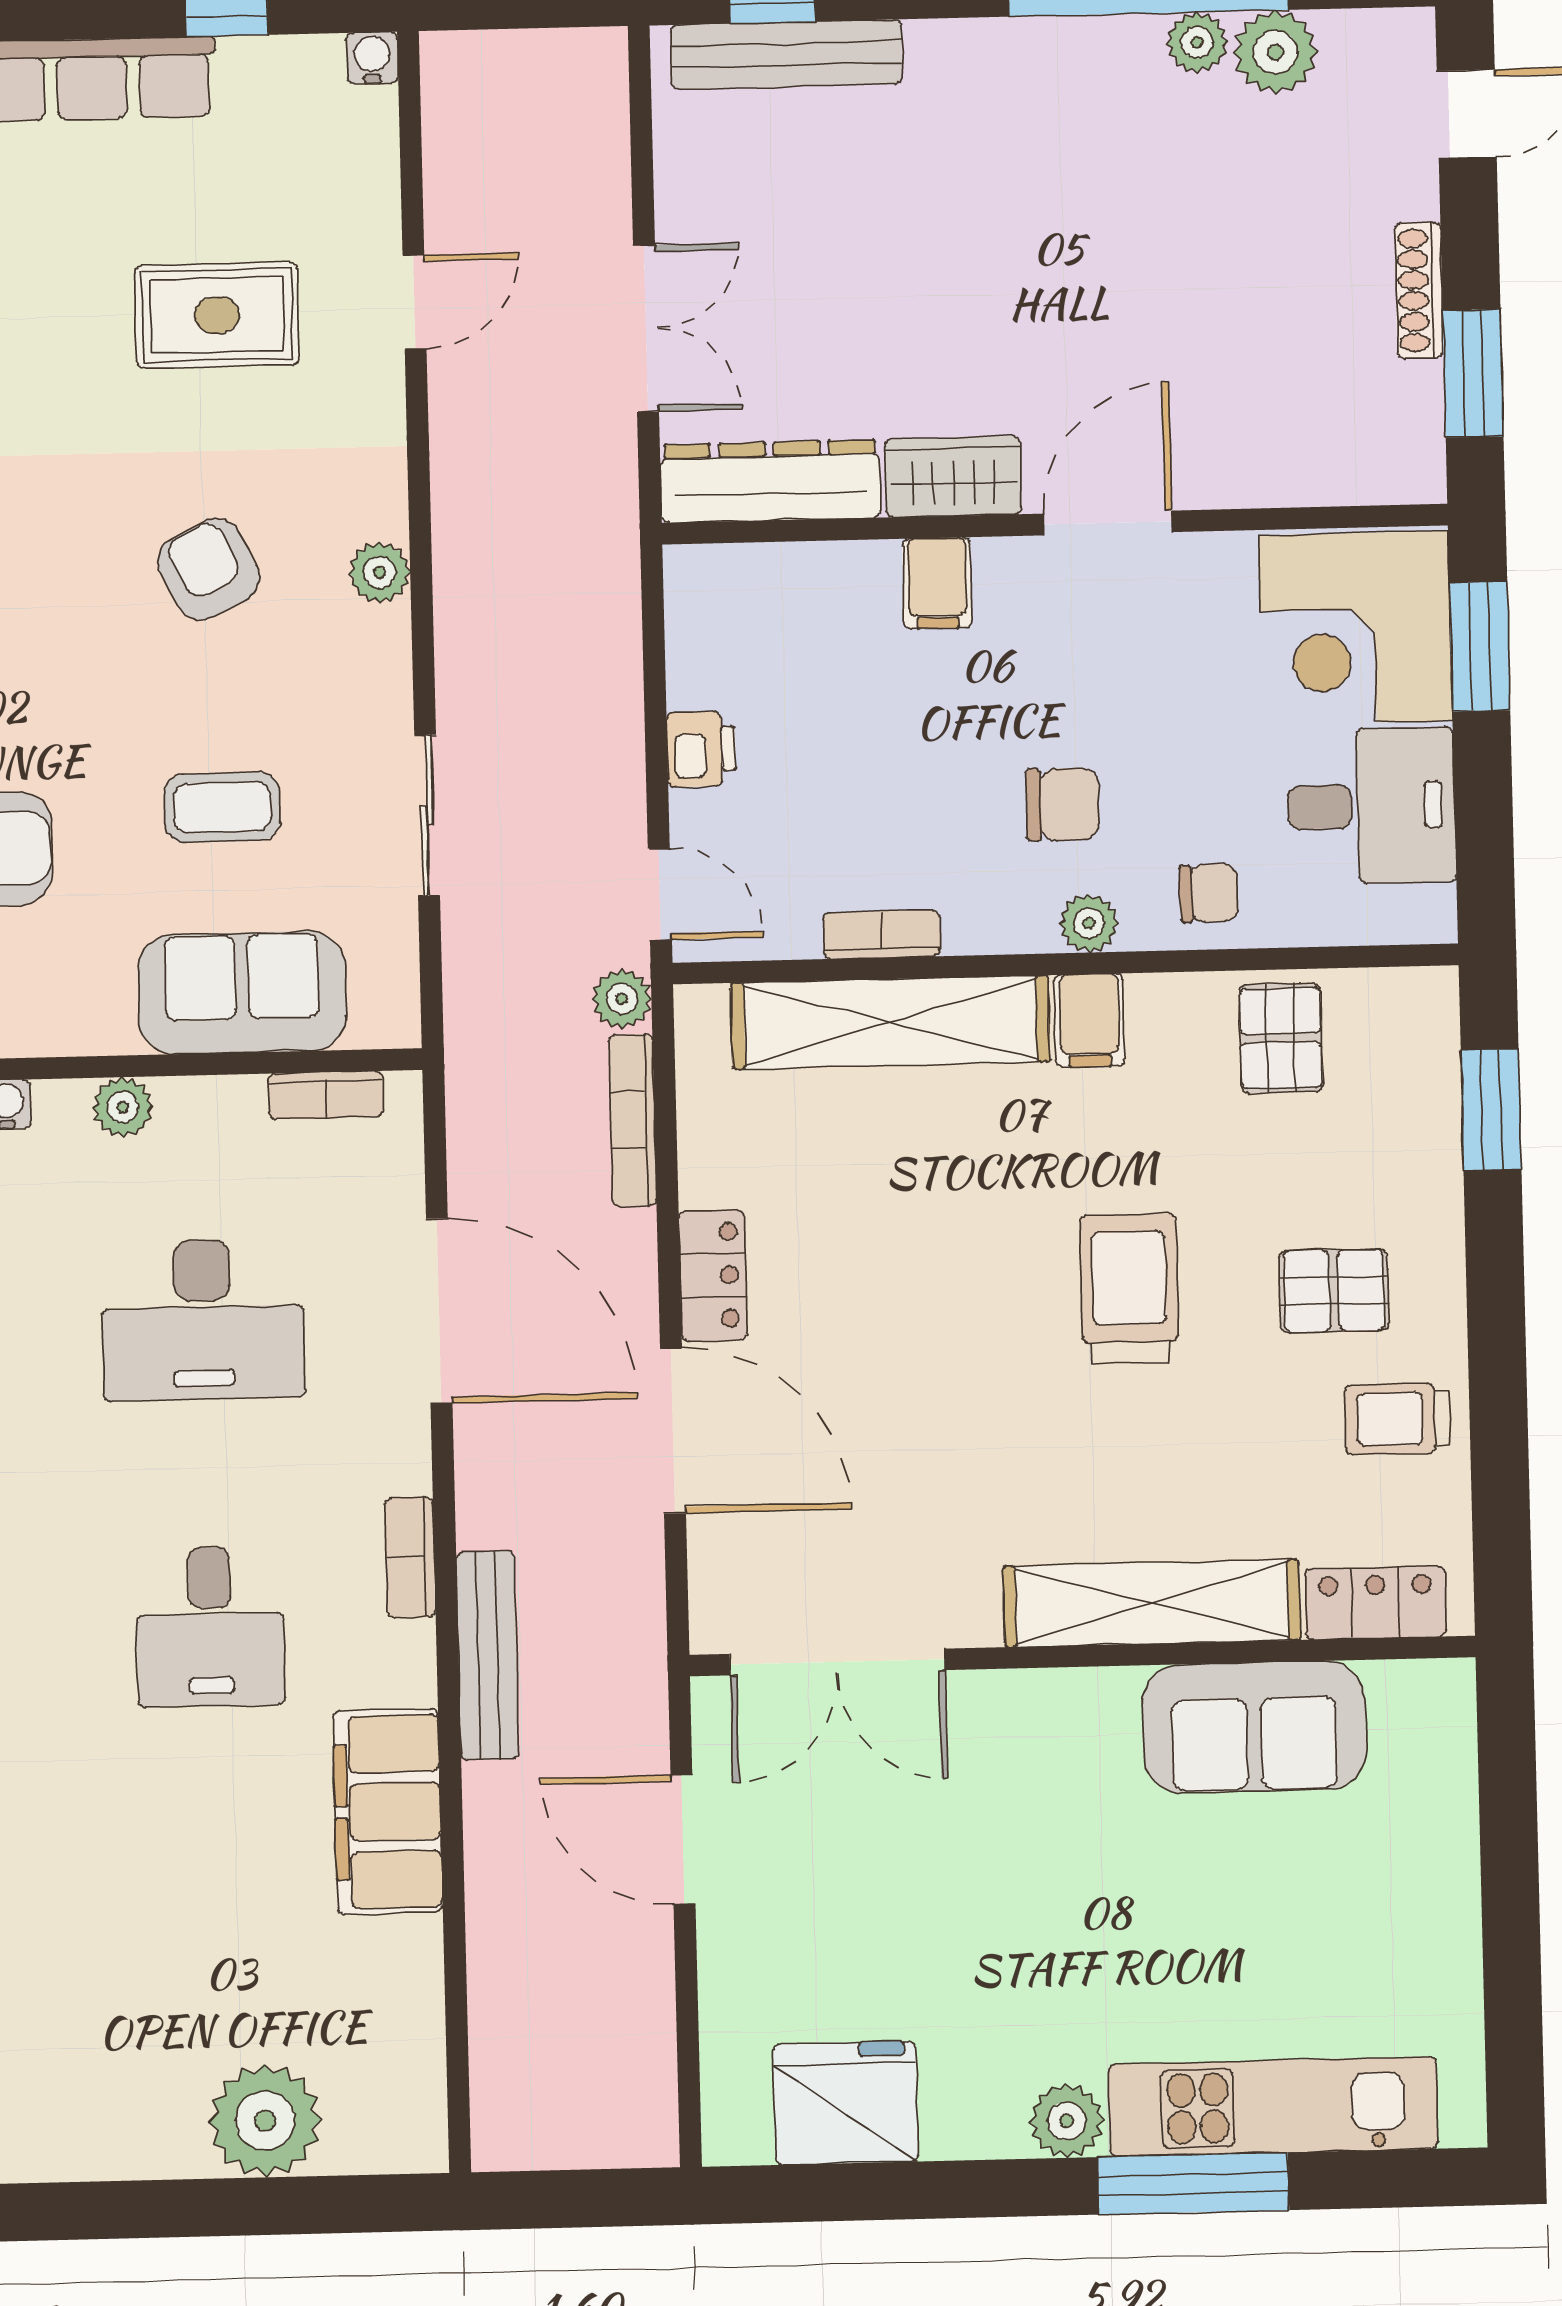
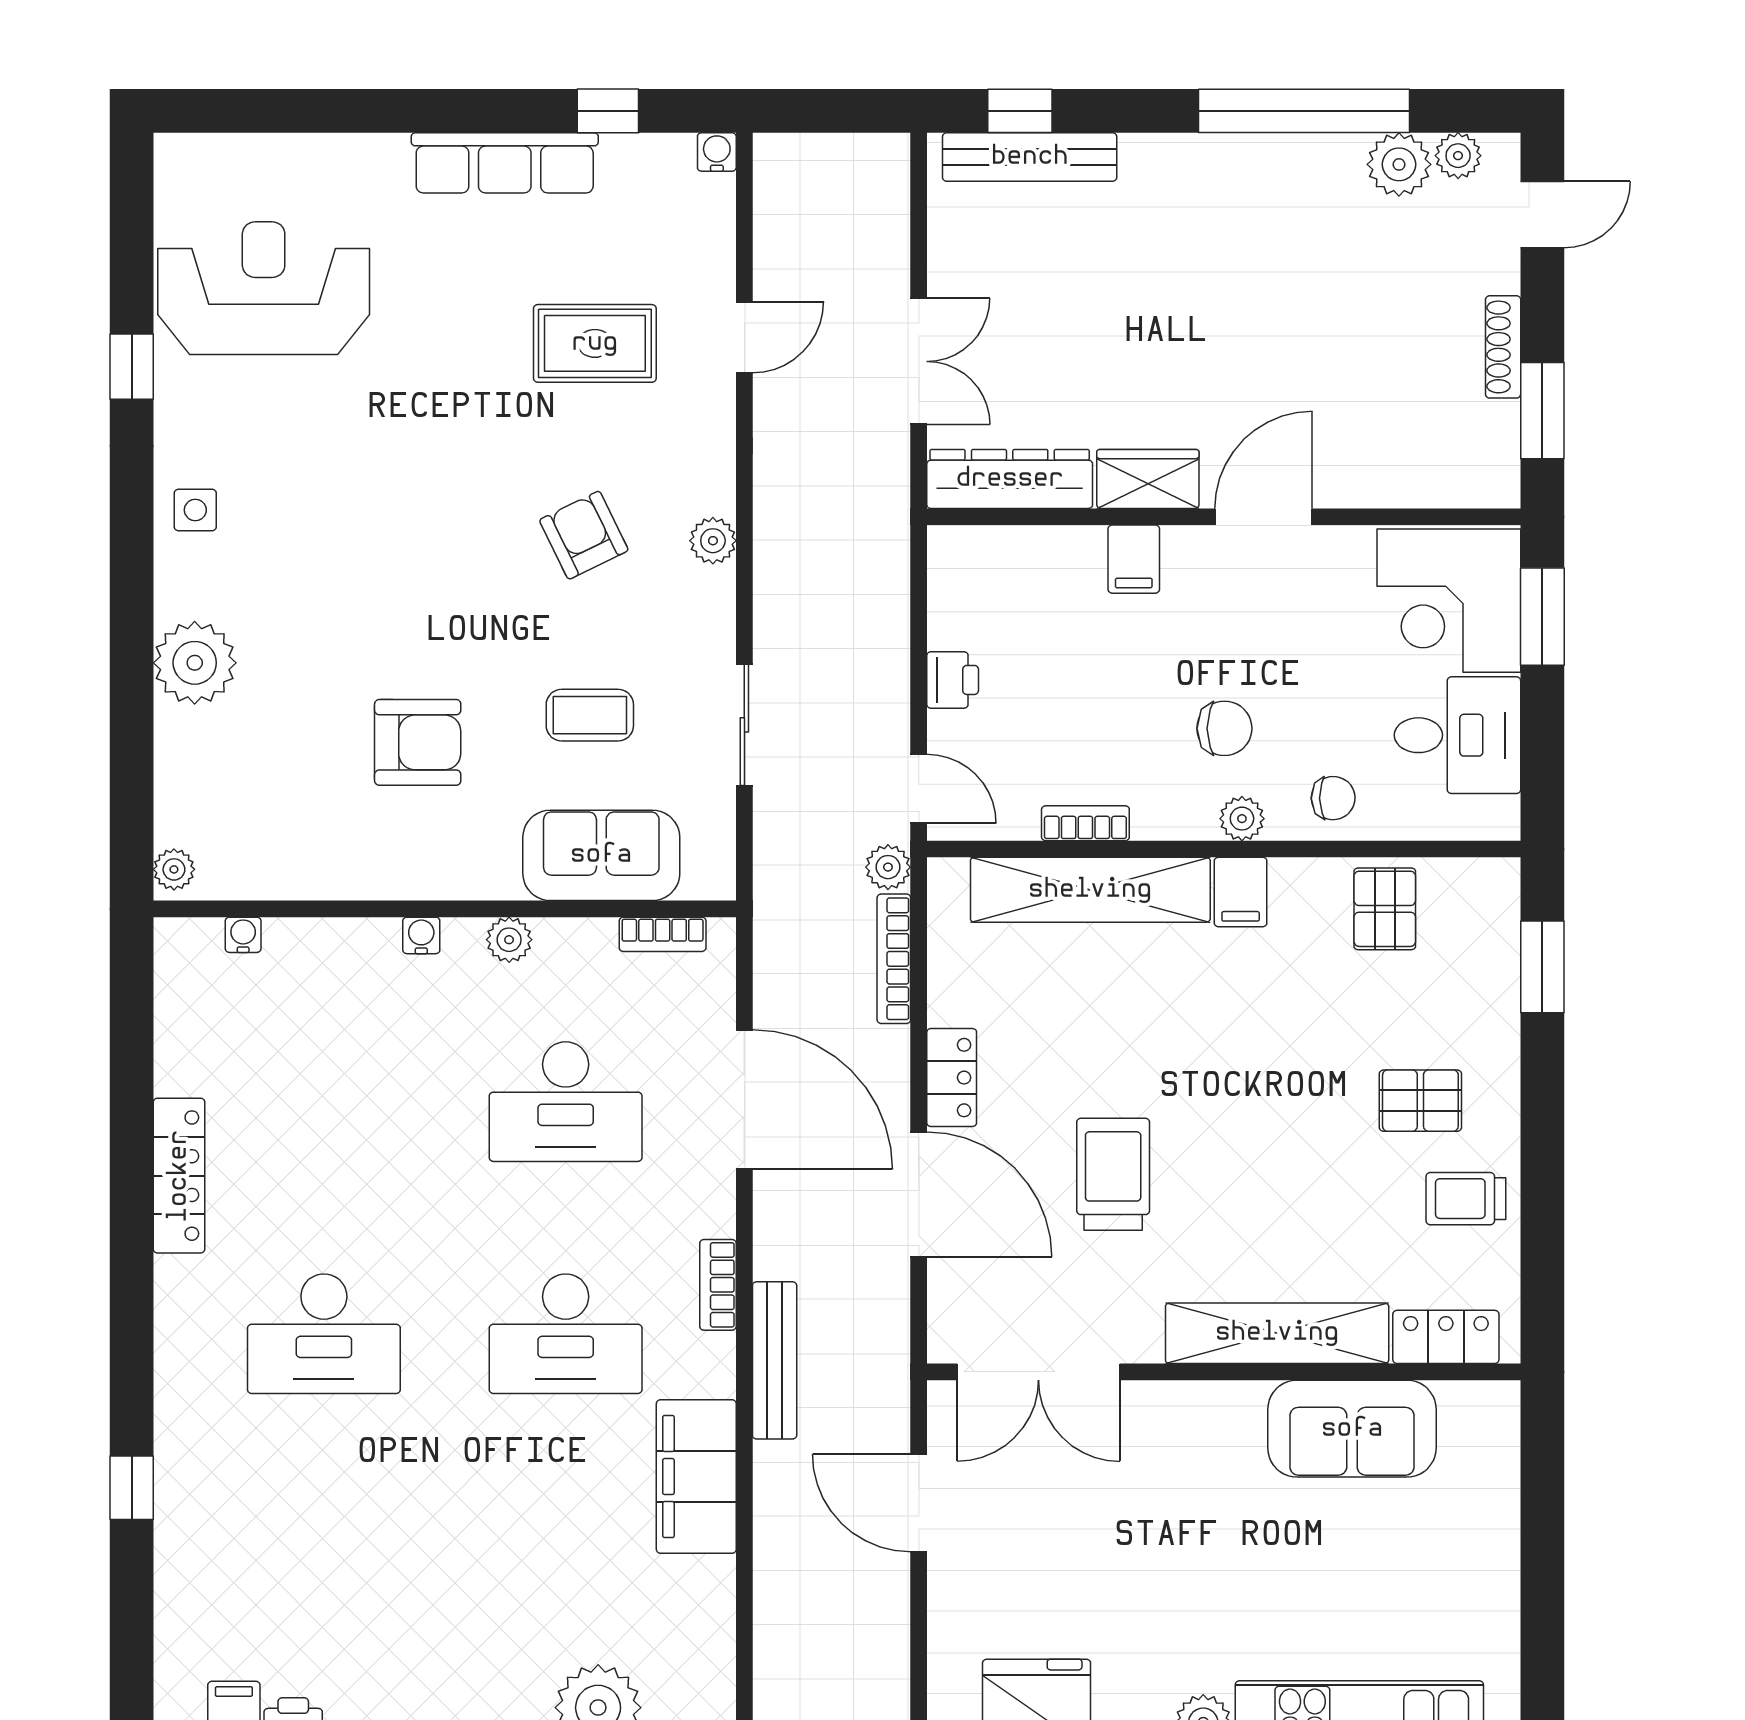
plant: (1197, 43) -> (1458, 156), moved
trolley: (1129, 1289) -> (1113, 1174), moved
desk: (210, 1627) -> (566, 1334), width x1.37

